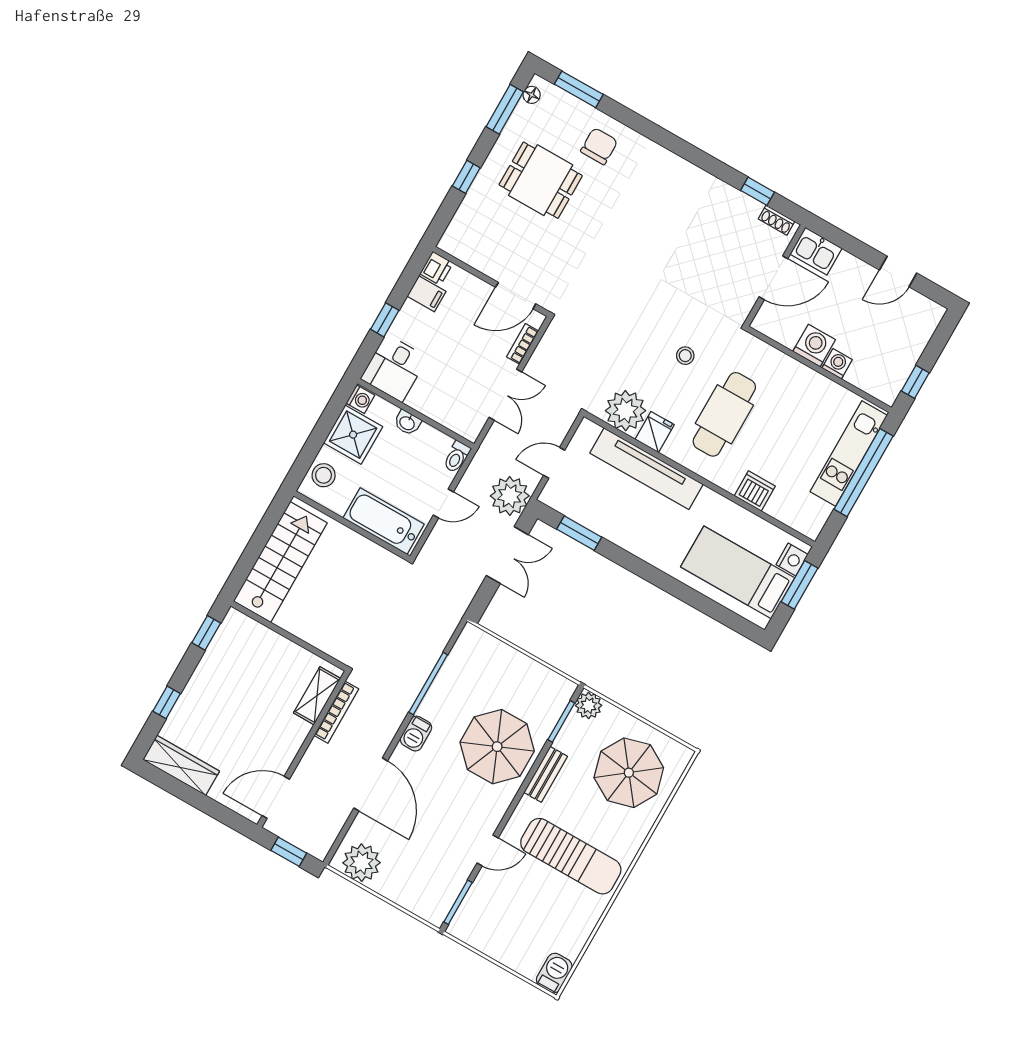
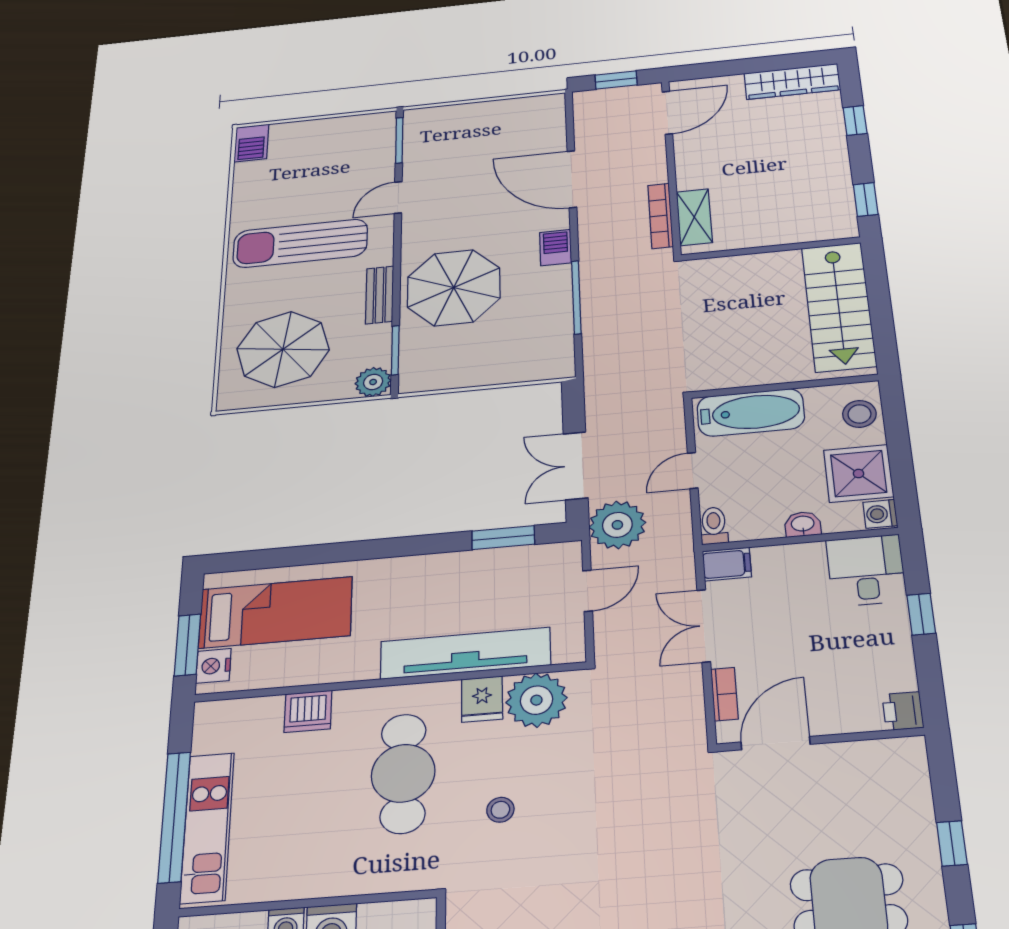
filing cabinet: (427, 294) -> (727, 564), moved, turned 180
plant: (362, 863) -> (530, 114), removed

